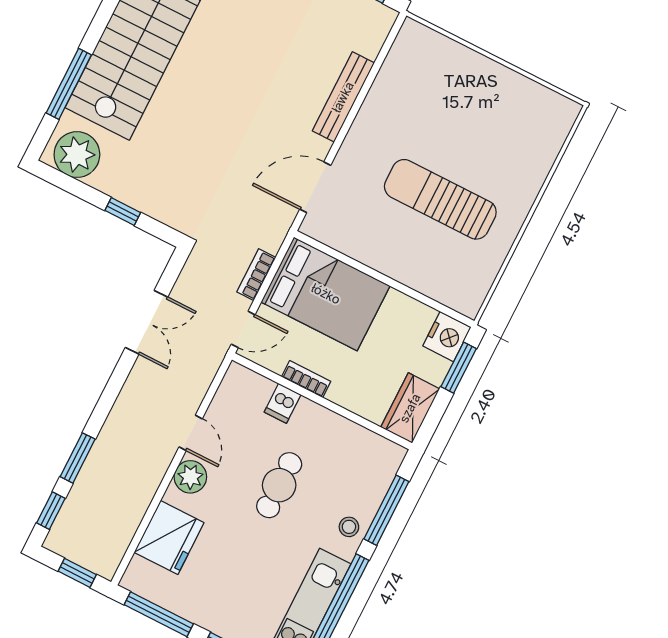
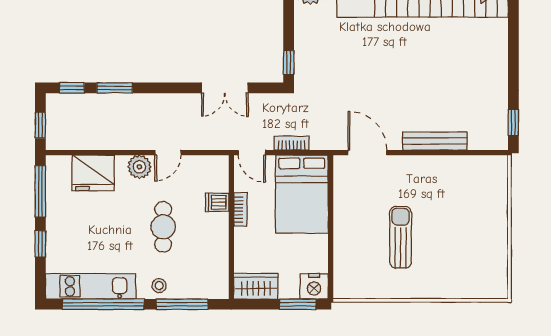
sun lounger: (440, 199) -> (401, 237), width x0.73, depth x0.75
window: (123, 211) -> (289, 62), moved
cafe table: (279, 485) -> (163, 227), turned 90

